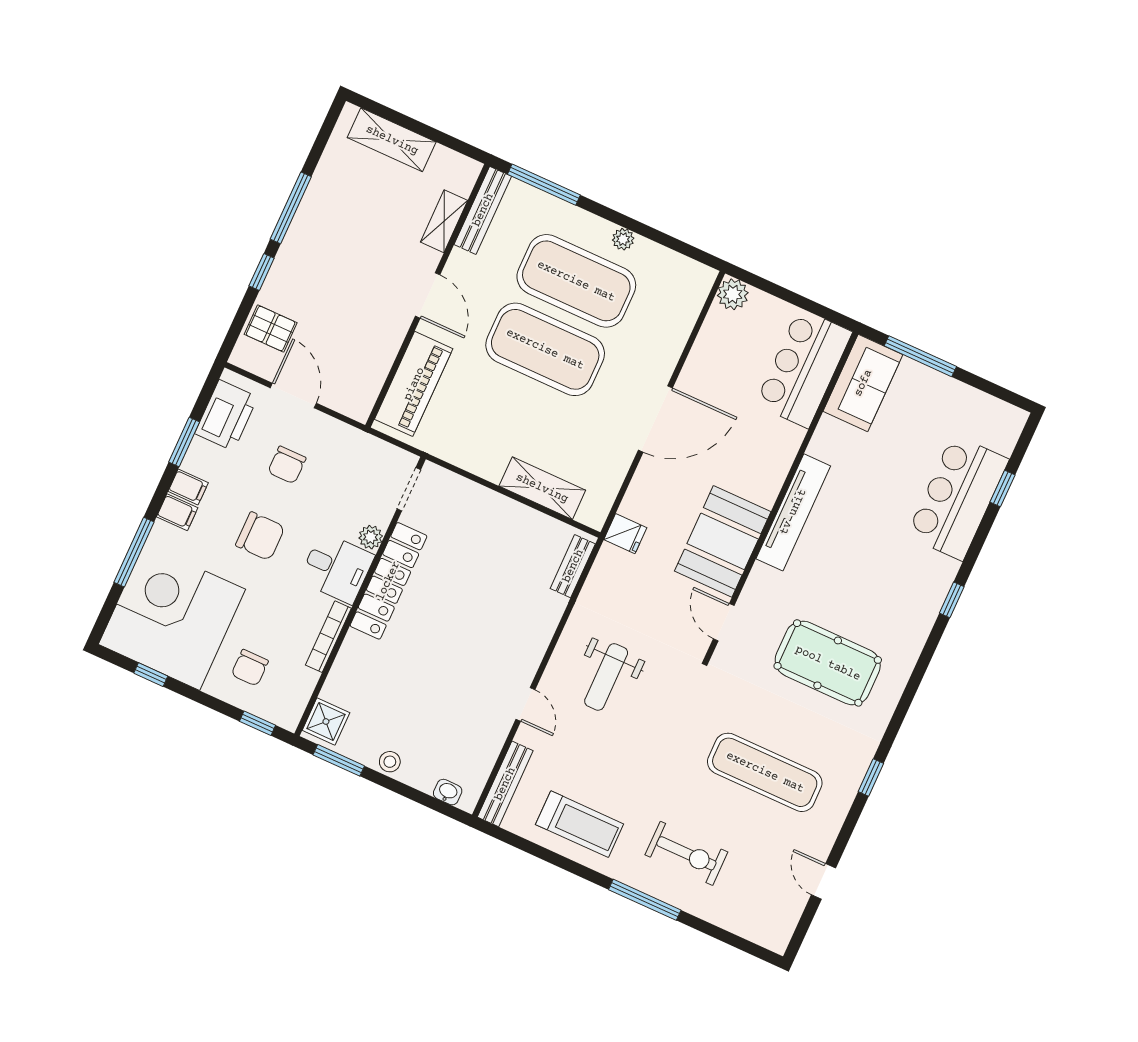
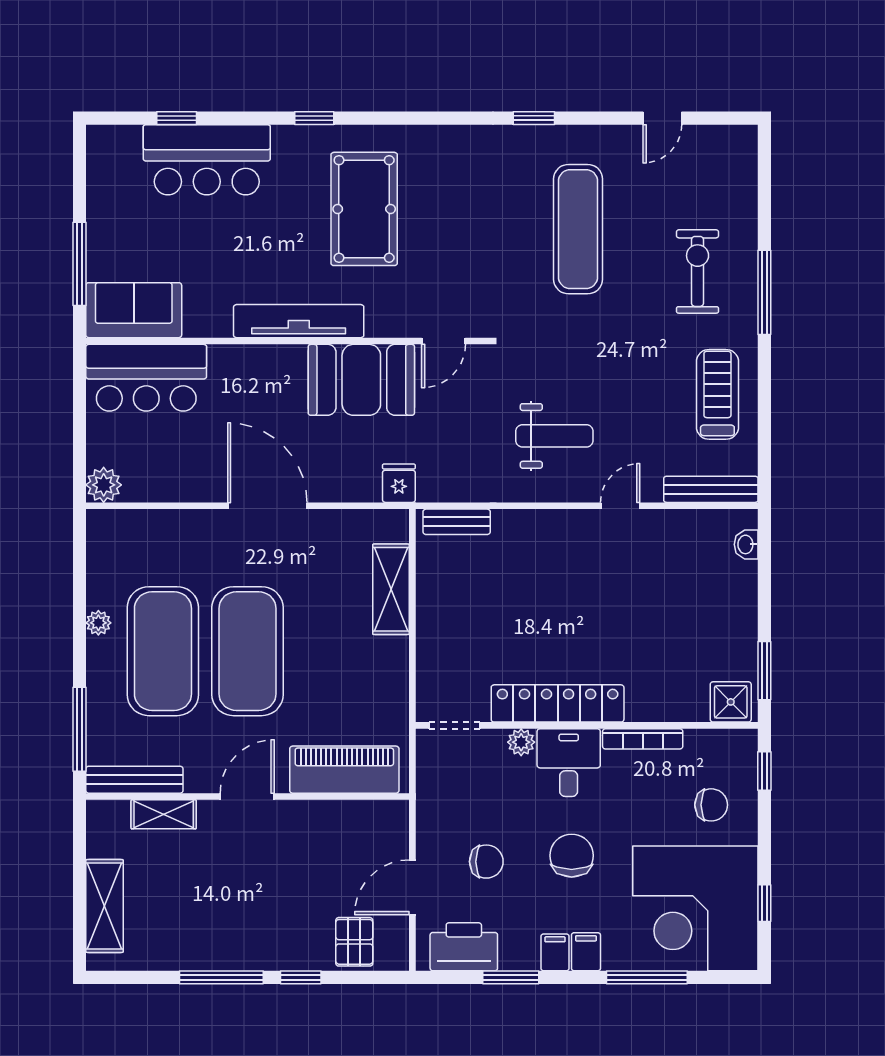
pool table: (828, 663) -> (364, 209), moved
stool: (390, 762) -> (742, 618), removed

